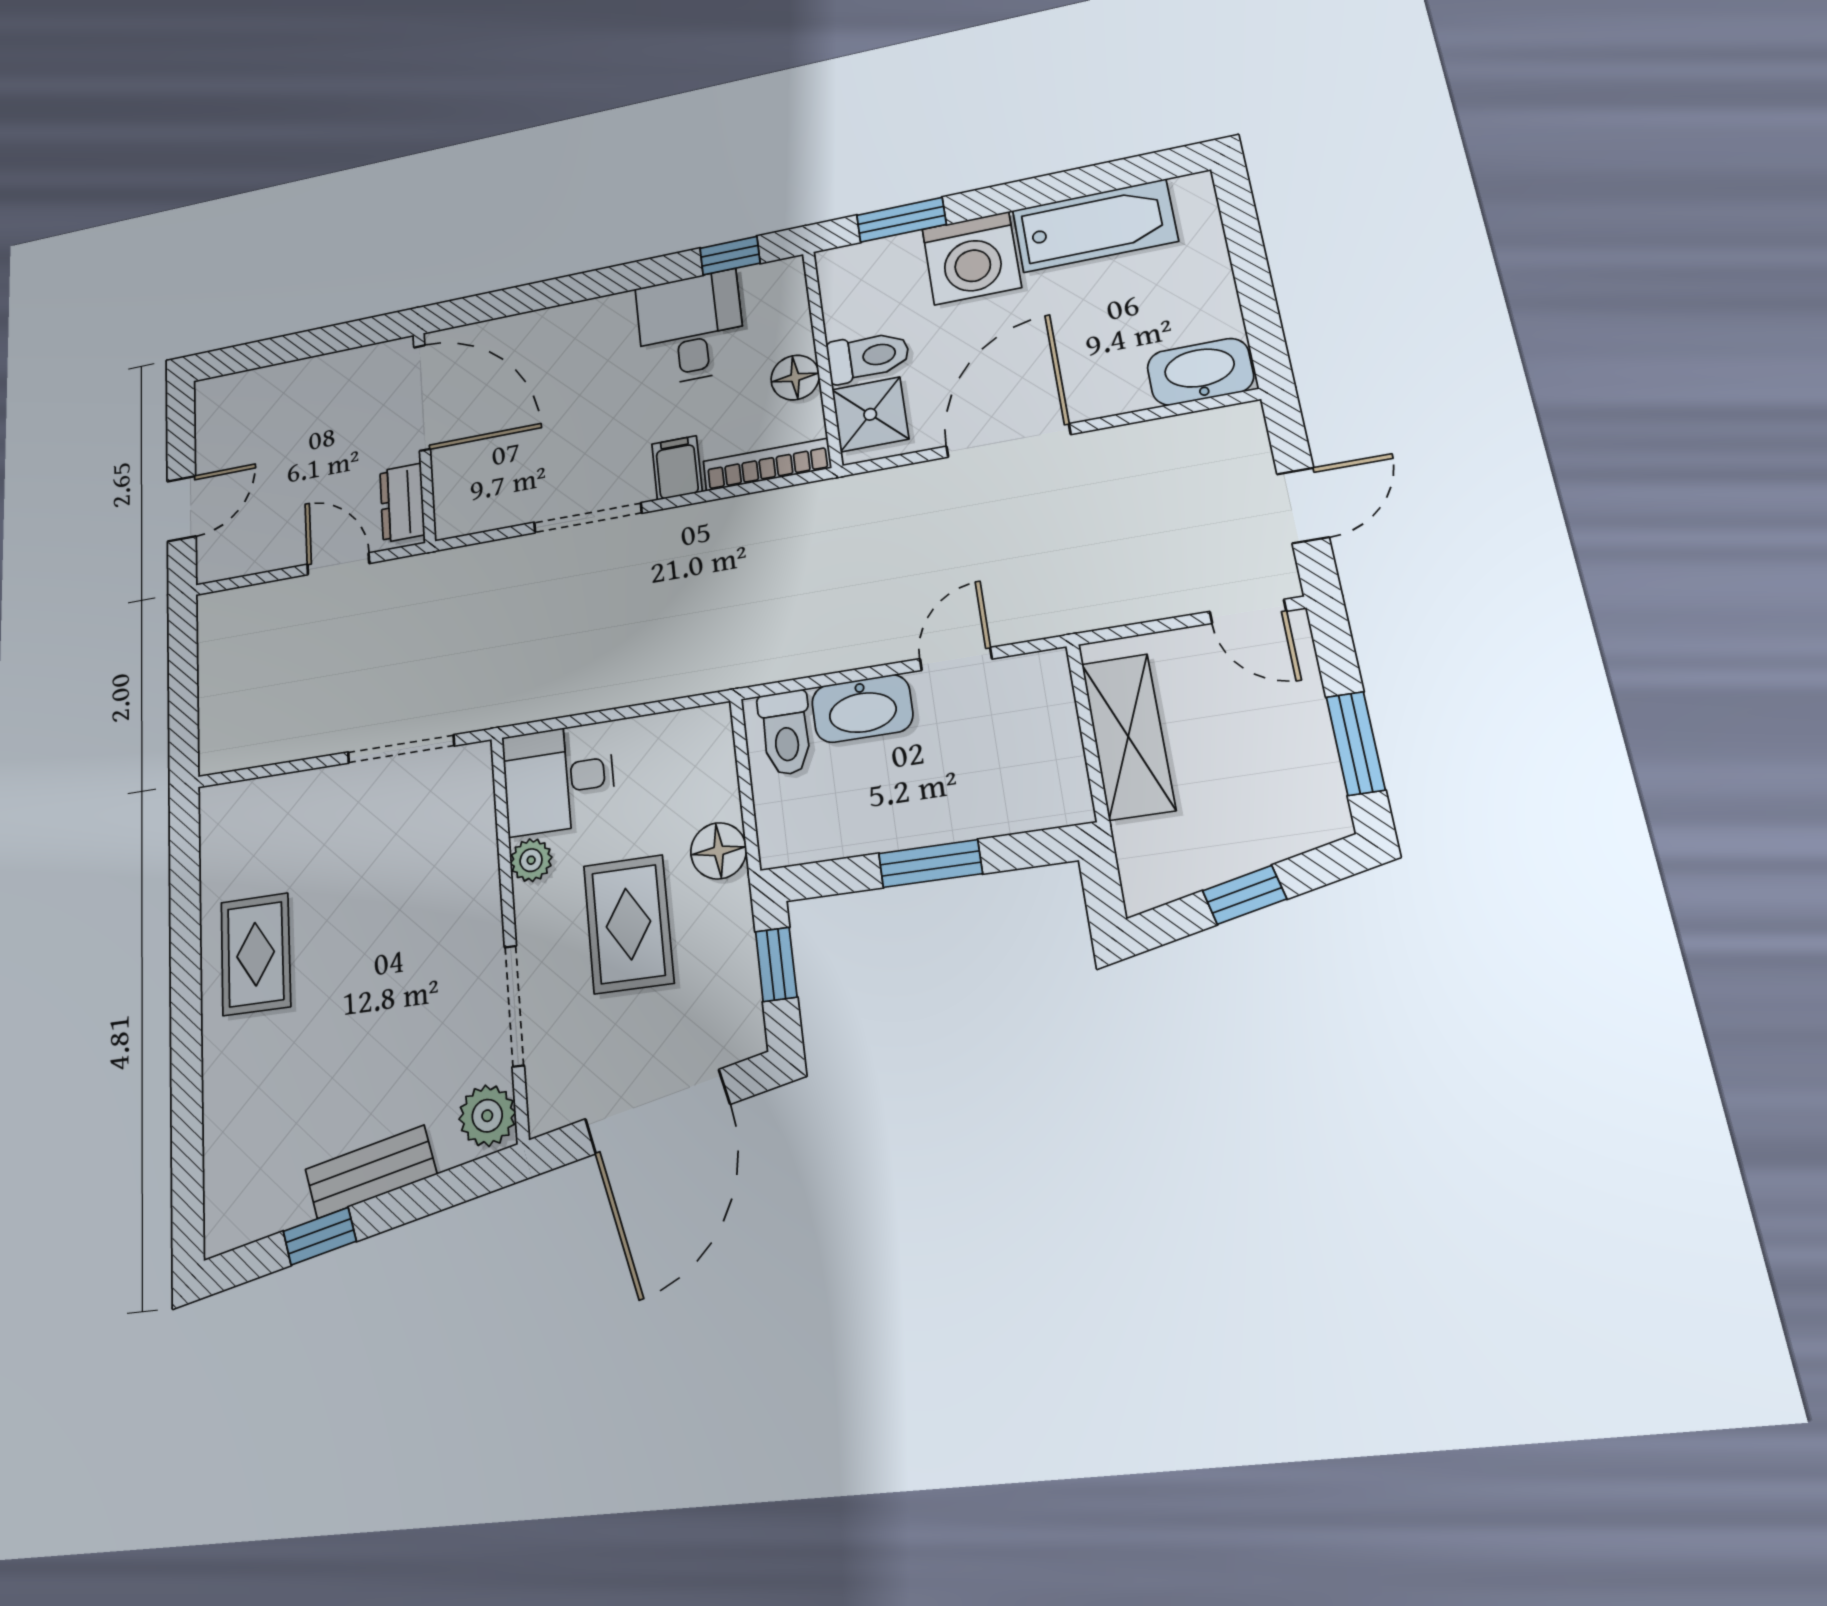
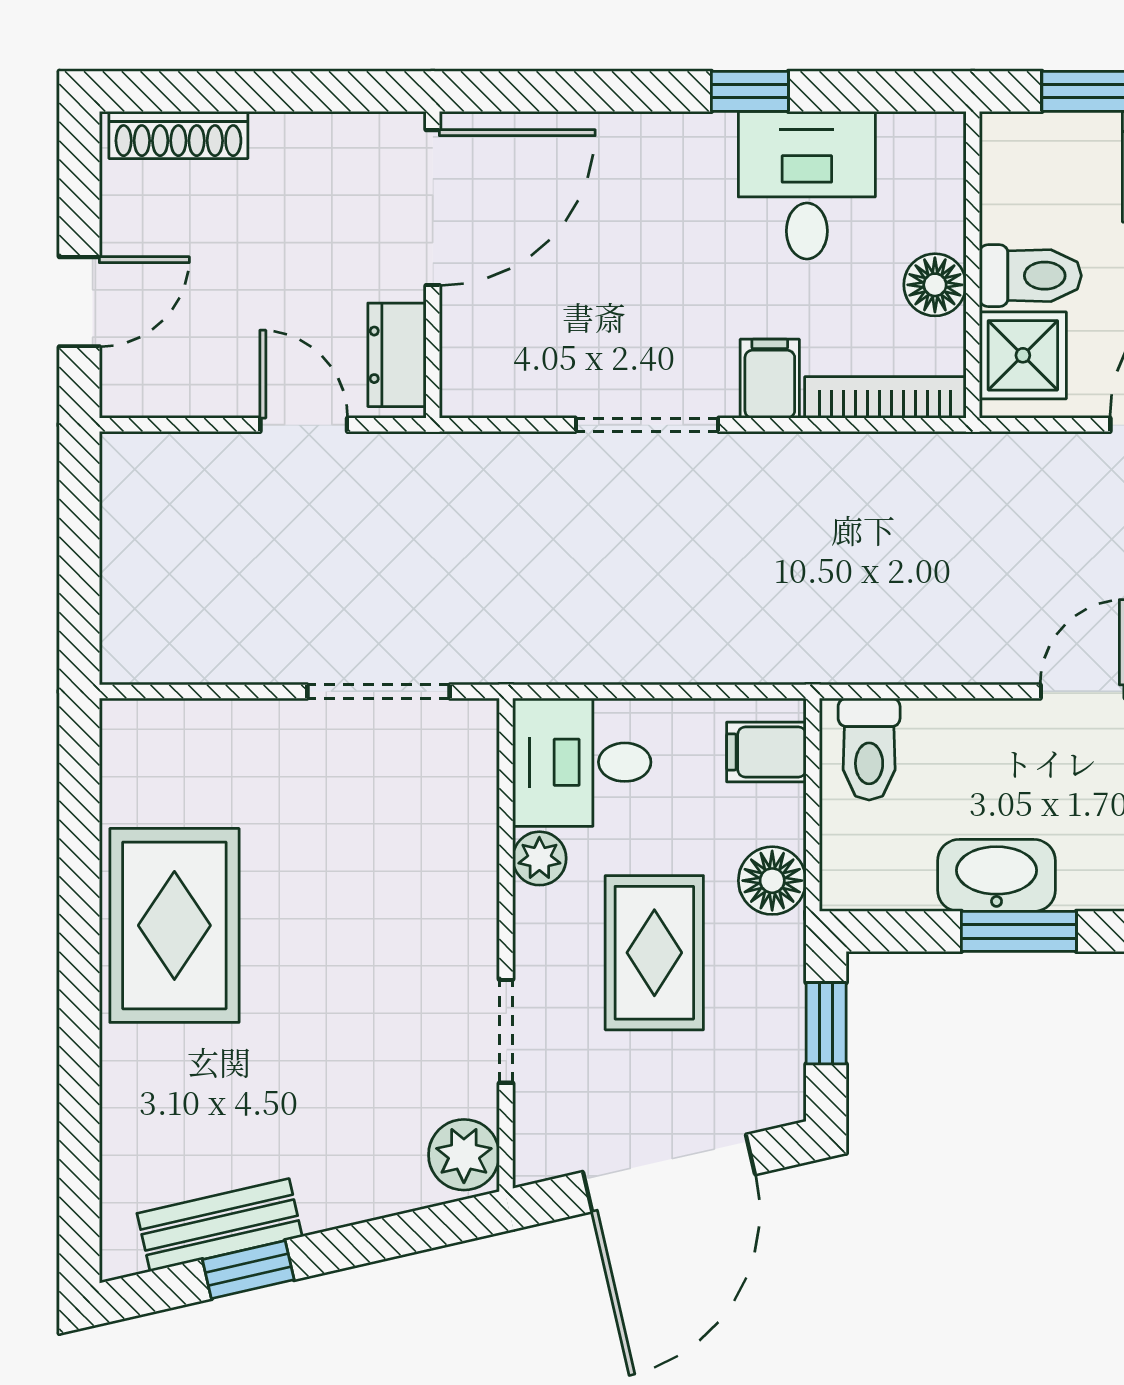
window: (730, 256) -> (750, 91), moved
shoe rack: (246, 385) -> (178, 135), added
door: (422, 398) -> (433, 208), hinge flipped
washbasin: (862, 709) -> (997, 875), moved, turned 180
filing cabinet: (703, 748) -> (766, 752), added
rug: (256, 954) -> (174, 925), width x1.36, depth x1.43
doorway: (514, 1006) -> (506, 1031), width x0.73
bench: (371, 1172) -> (220, 1225), moved

